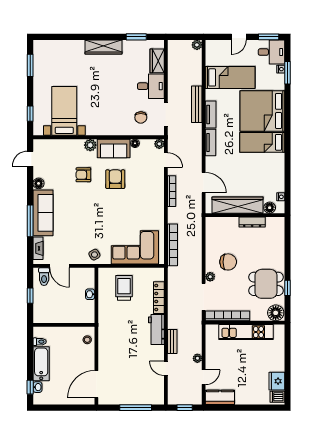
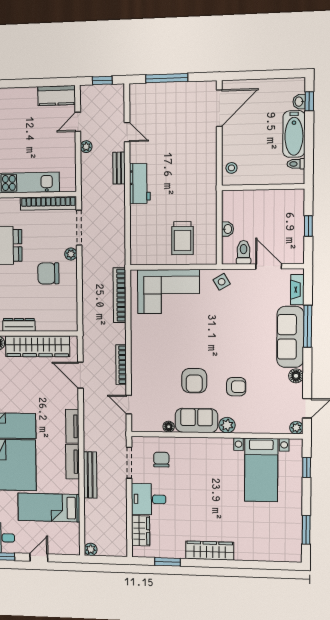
plant: (159, 144) -> (296, 428), moved
toilet: (44, 277) -> (244, 252), moved
locker: (159, 298) -> (137, 226), removed

